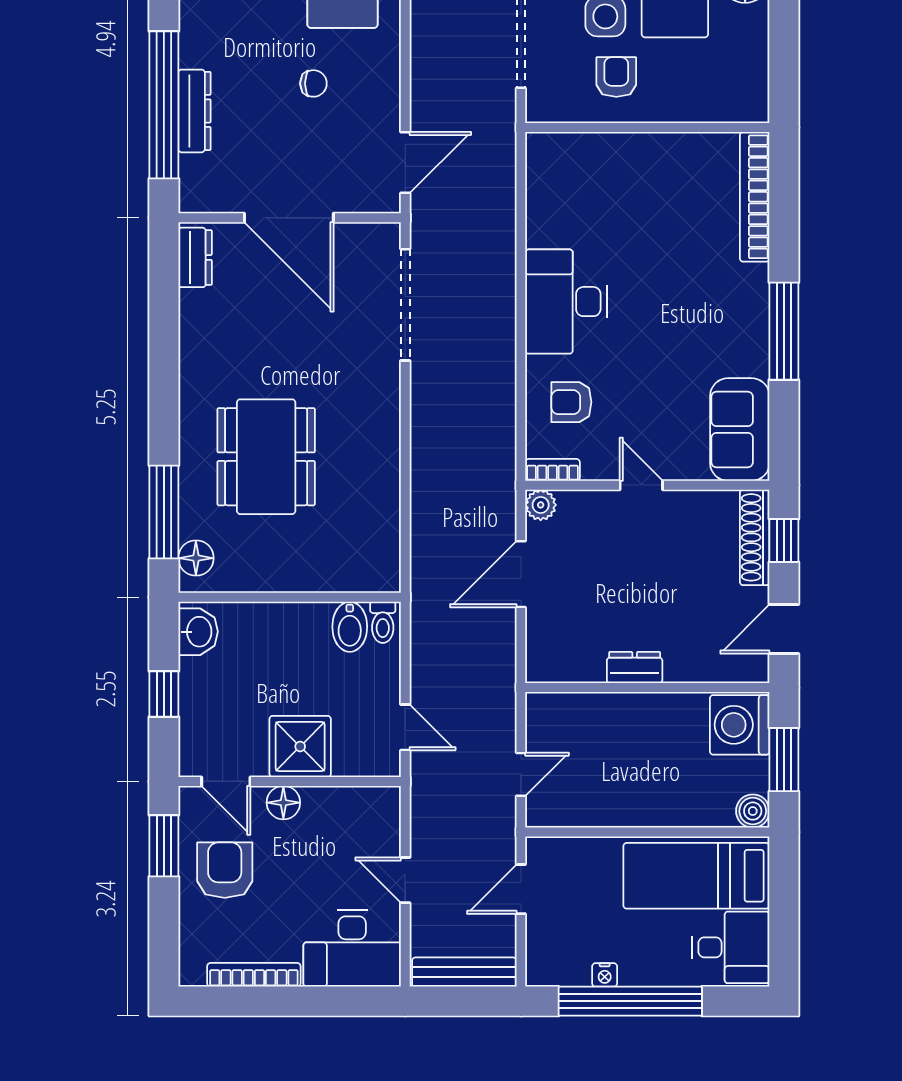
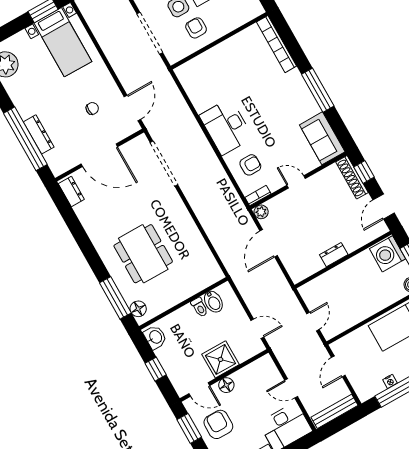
chair: (313, 83) -> (92, 108), moved
armchair: (571, 402) -> (250, 165), turned 180
toilet: (383, 622) -> (200, 307), moved

